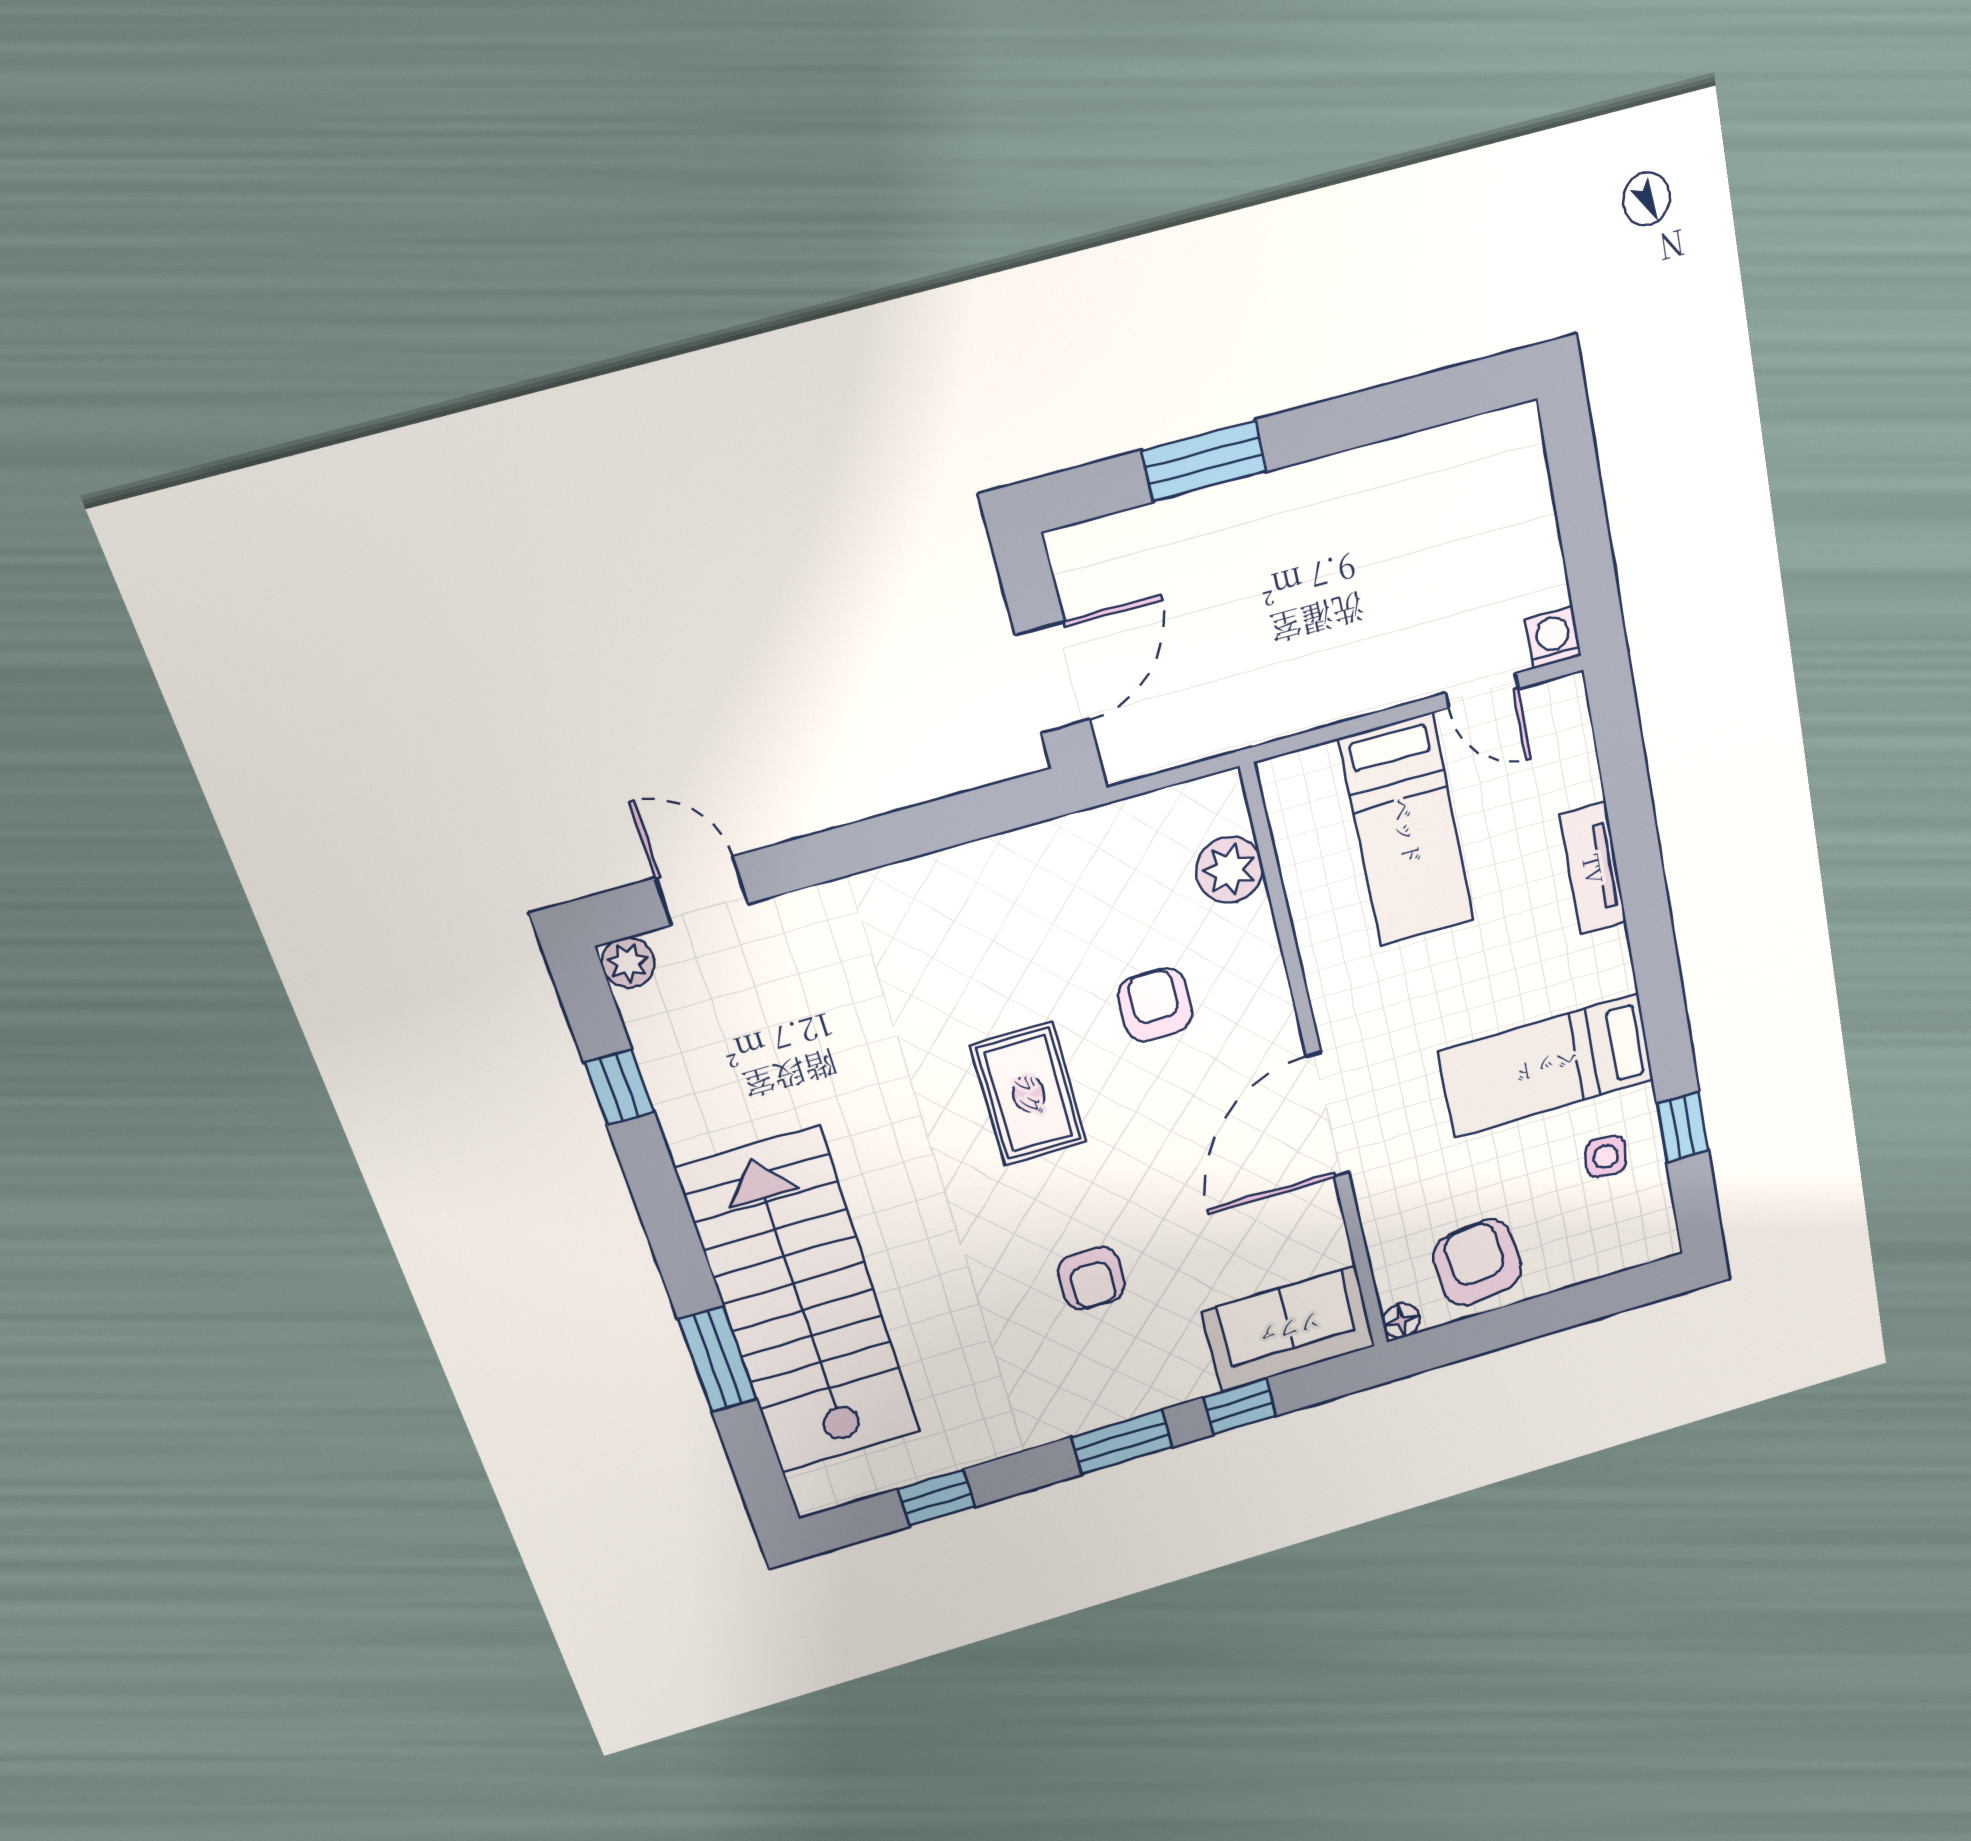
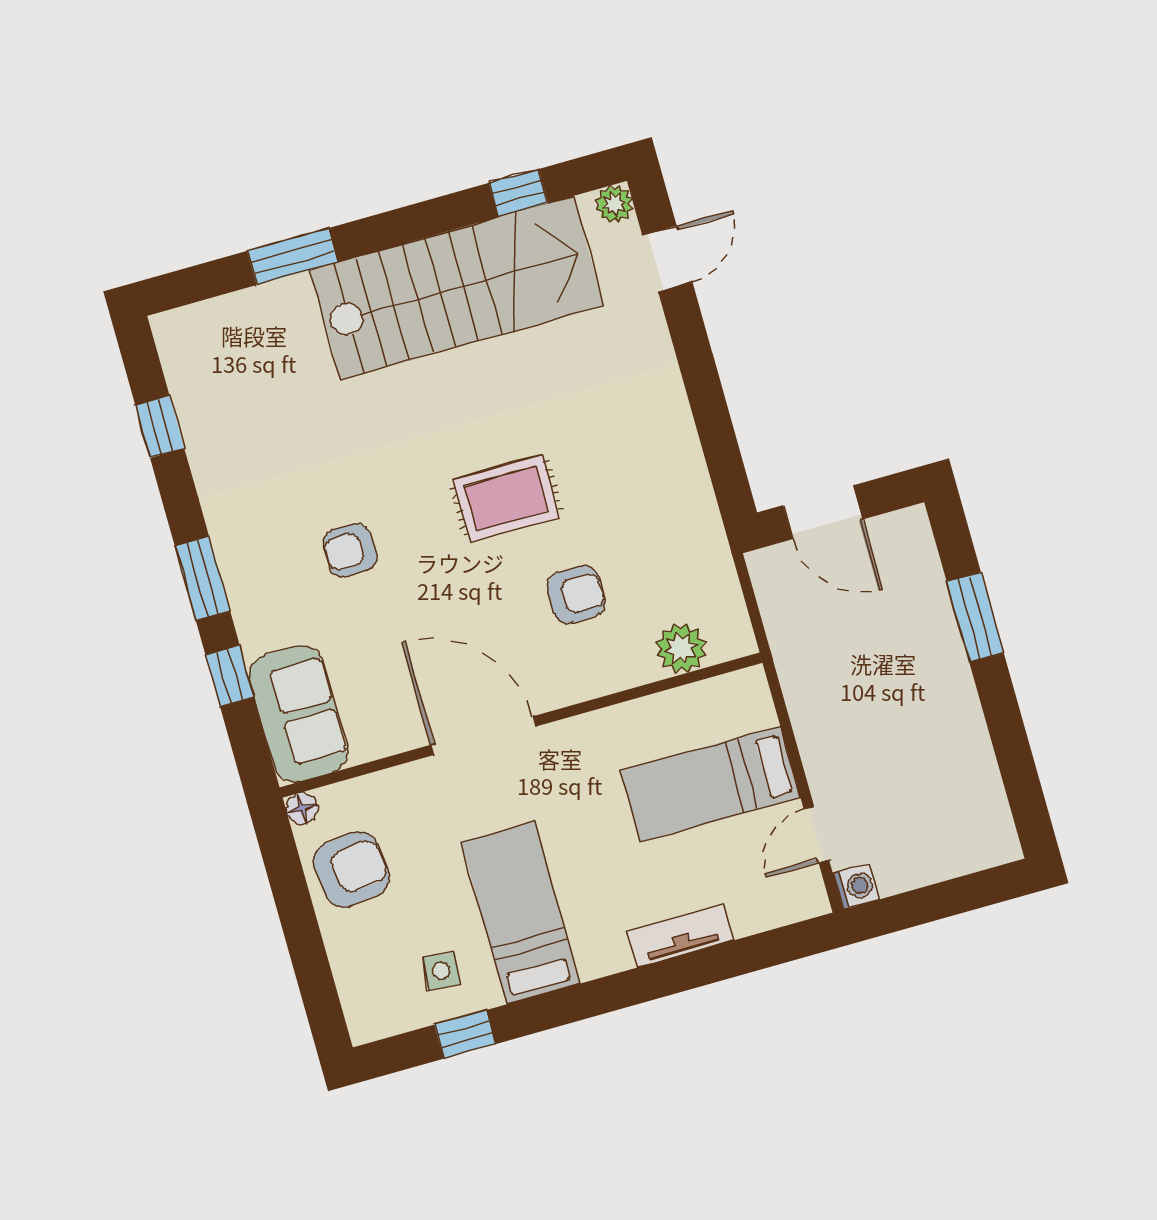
stairs: (800, 1304) -> (457, 288), moved

